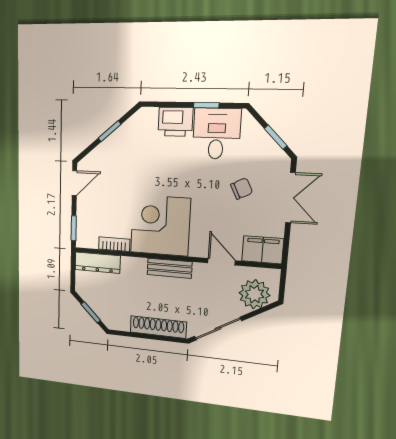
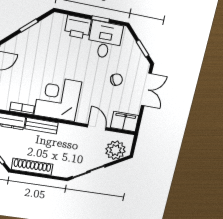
bench: (169, 268) -> (42, 126), moved
shoe rack: (158, 327) -> (32, 167), moved

